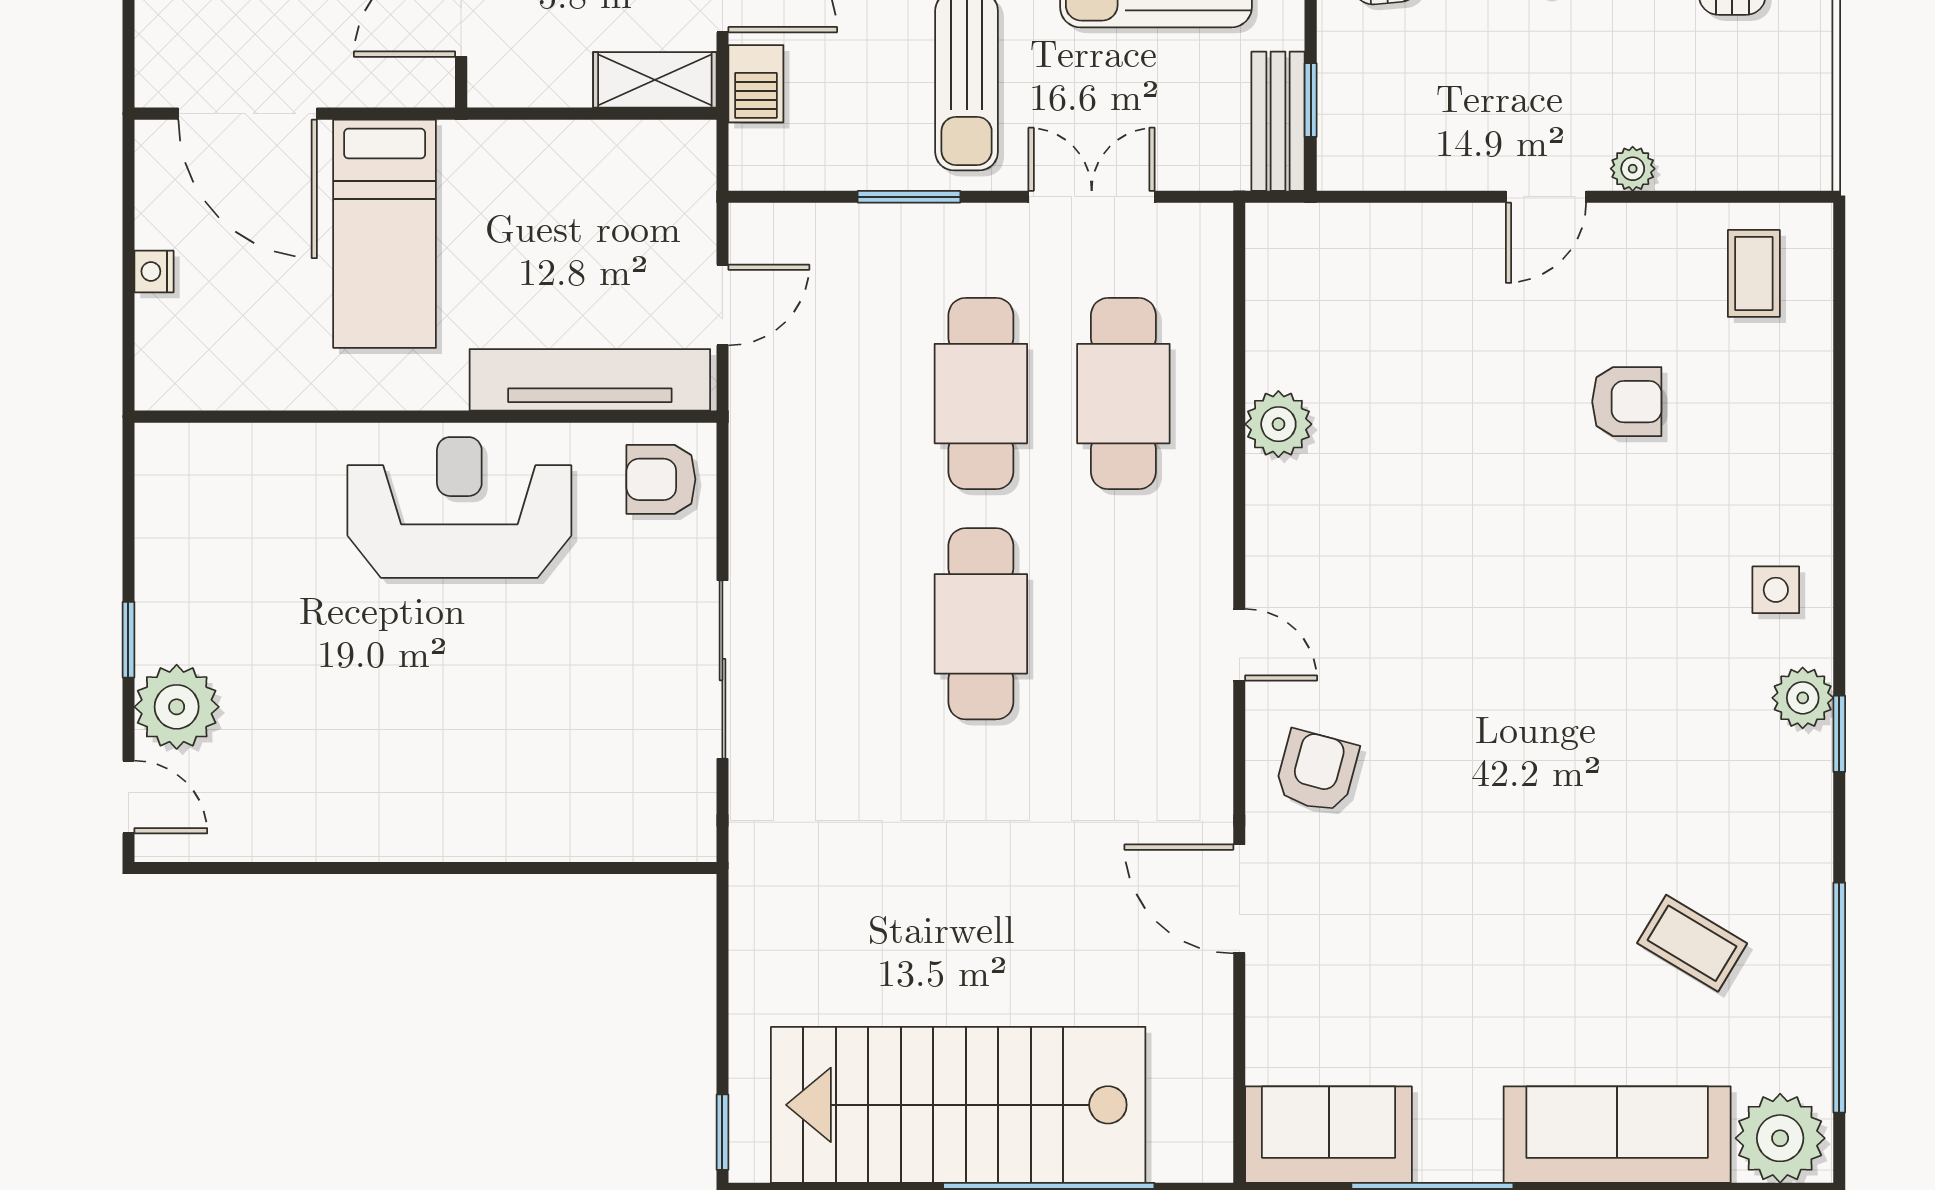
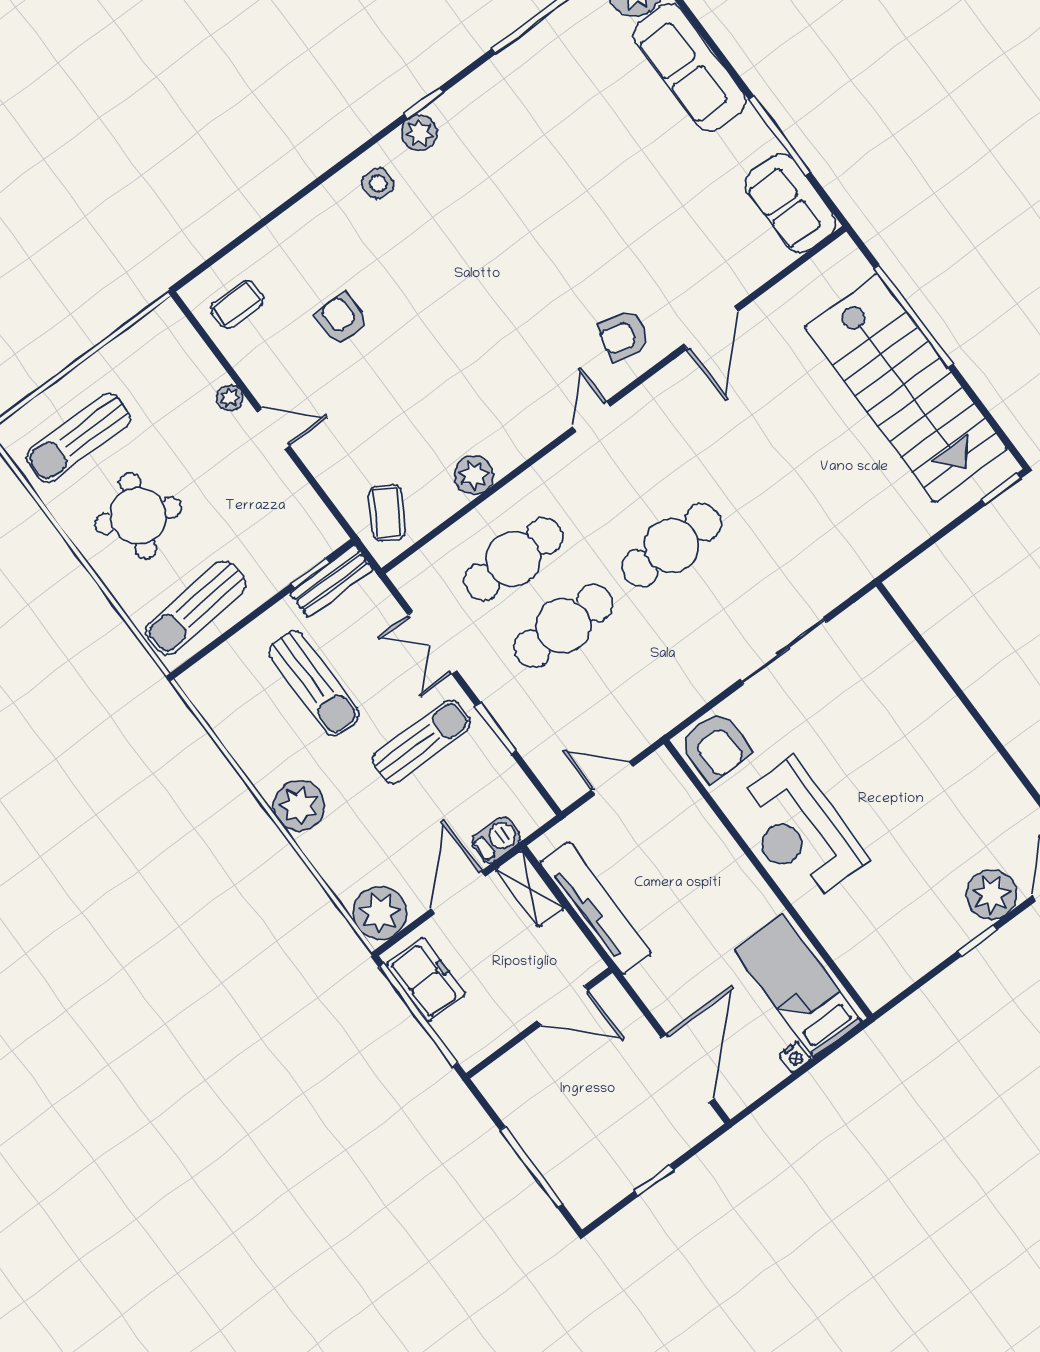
bed: (385, 234) -> (798, 986), moved, turned -90
tv unit: (590, 380) -> (596, 908), moved, turned 180
armchair: (661, 479) -> (715, 746), width x1.38, depth x1.38
coffee table: (1692, 943) -> (387, 513), moved

